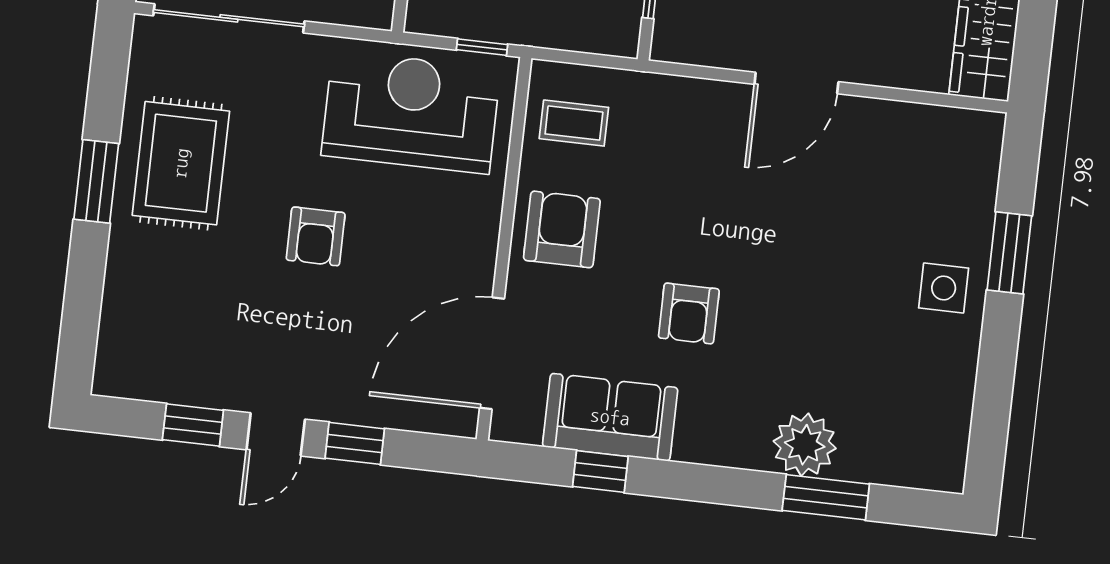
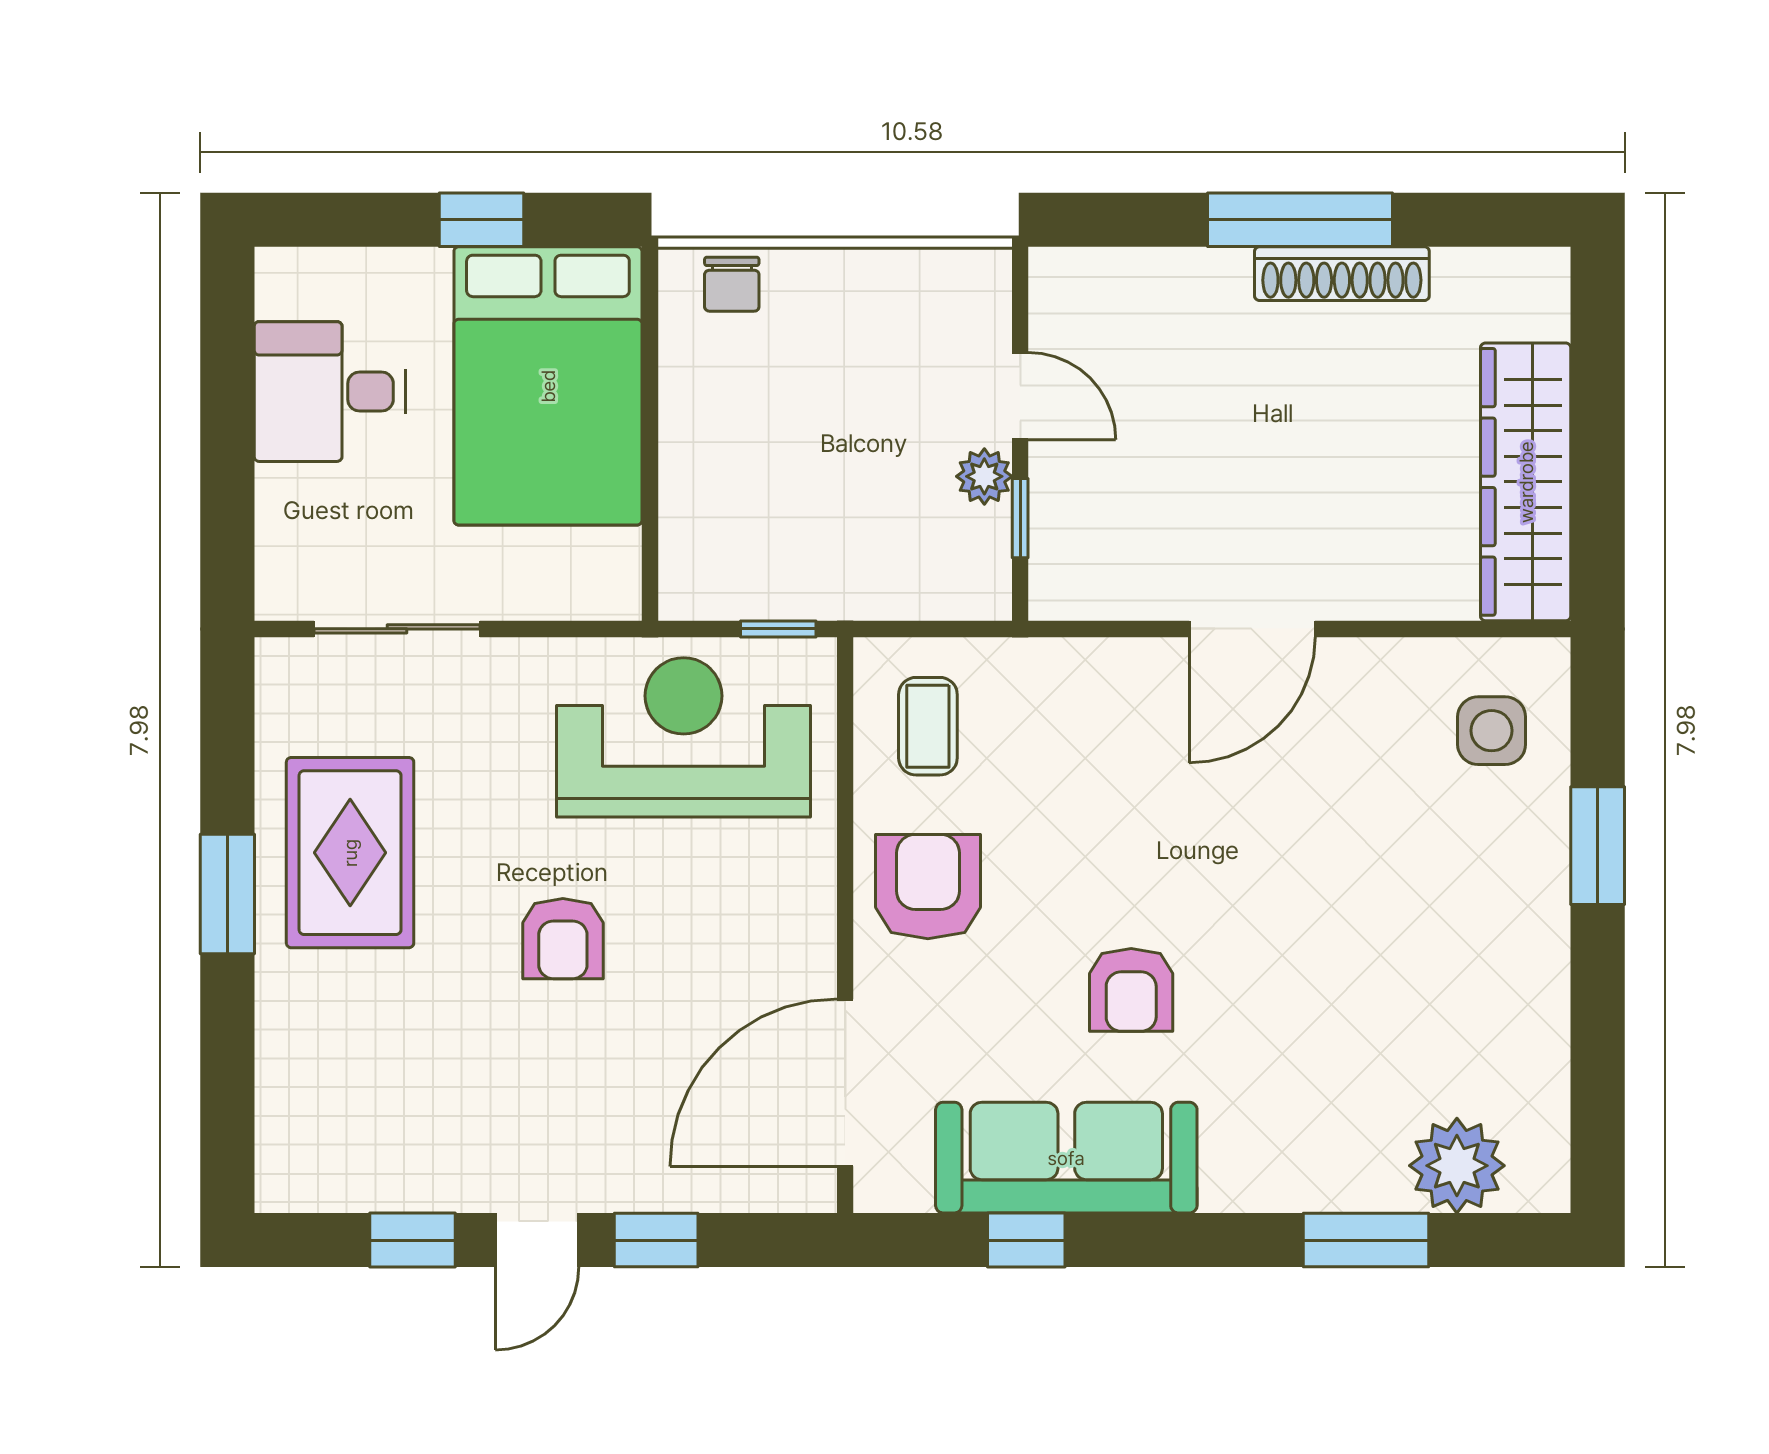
sliding door: (229, 18) -> (397, 629), width x0.73
coffee table: (574, 123) -> (928, 726), turned 90
side table: (944, 288) -> (1492, 731), moved
sofa: (610, 417) -> (1066, 1158), width x1.36
plant: (805, 445) -> (1457, 1166), moved

